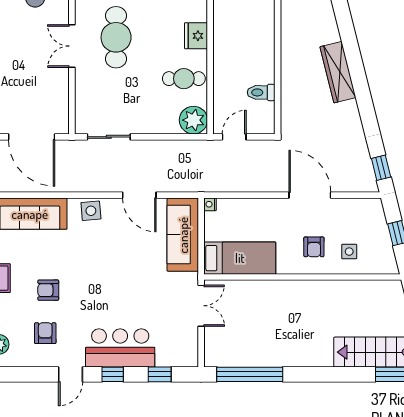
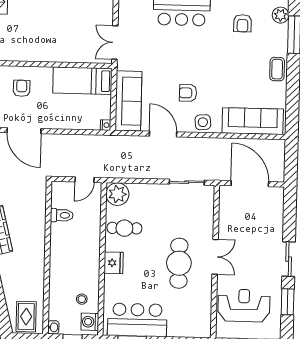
armchair: (48, 290) -> (188, 93), moved, turned 180

